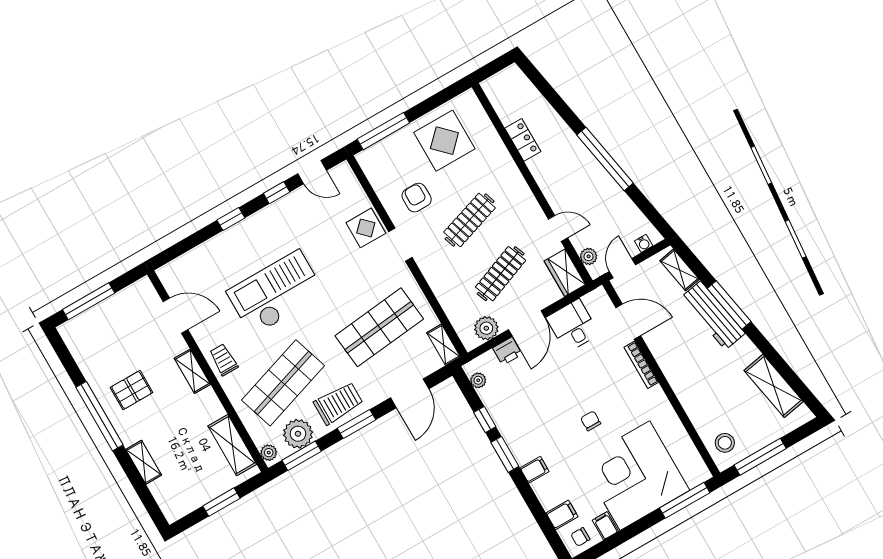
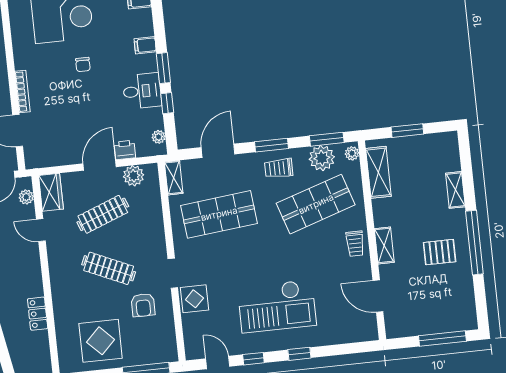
clothes rail: (470, 220) -> (109, 268), turned 42
checkout: (276, 293) -> (277, 306), moved
desk: (573, 326) -> (142, 91), moved, turned -90
trolley: (338, 403) -> (279, 168), width x0.73, depth x0.72

